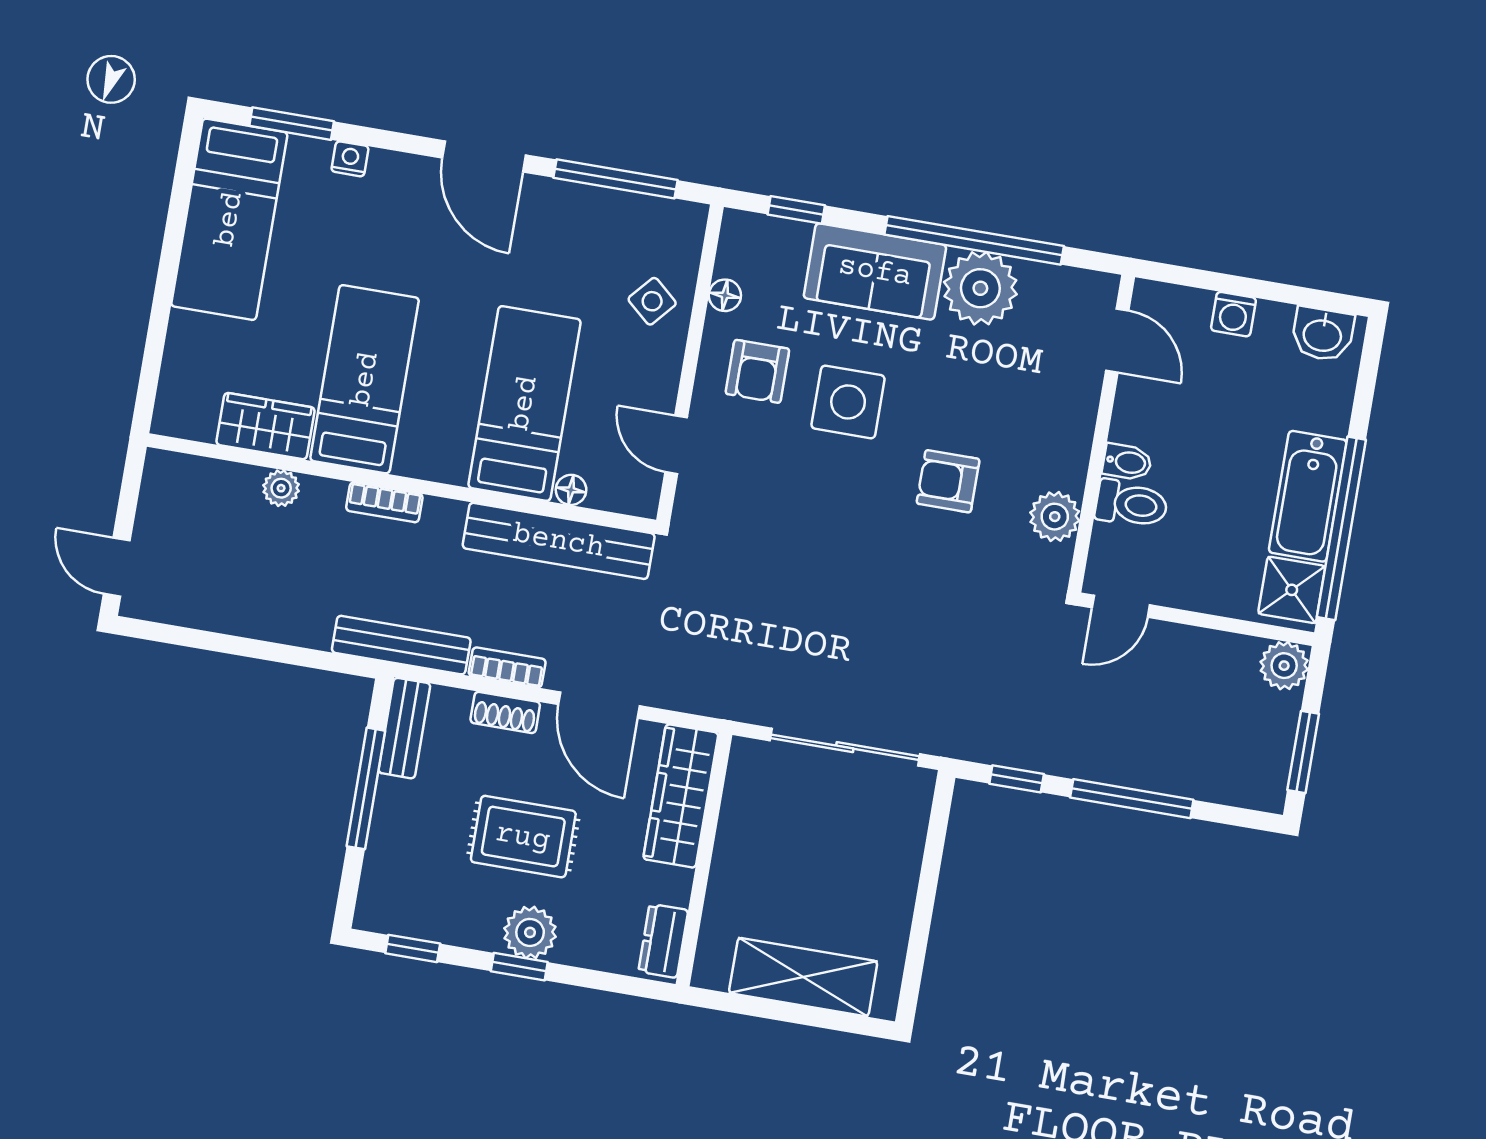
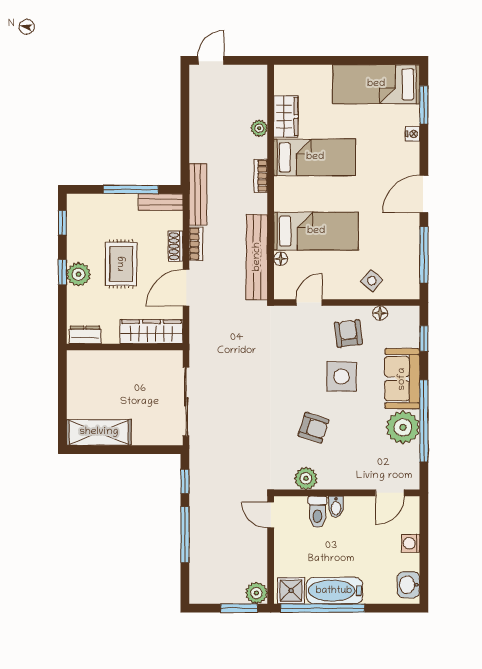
armchair: (757, 371) -> (348, 333), turned 83
armchair: (948, 481) -> (314, 428), turned 108
window: (1303, 752) -> (239, 608), moved
shelving: (803, 977) -> (99, 432), moved, turned 90

